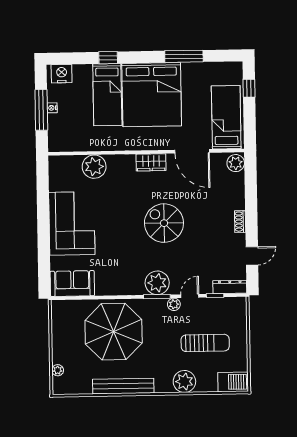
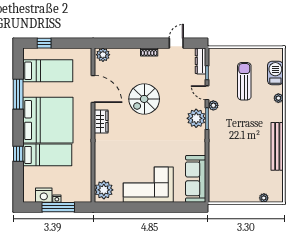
nightstand: (62, 74) -> (44, 195), moved, turned -90
bed: (226, 117) -> (48, 71), moved, turned 180
door: (192, 151) -> (93, 89), hinge flipped
plant: (94, 167) -> (104, 190), moved
spiral stairs: (164, 223) -> (144, 99), moved
door: (252, 256) -> (176, 43), hinge flipped
sofa: (72, 284) -> (196, 179), width x1.36
parasol: (114, 332) -> (234, 153), removed
plant: (184, 382) -> (278, 98), width x0.53, depth x0.53
barbecue: (233, 382) -> (275, 73), moved

